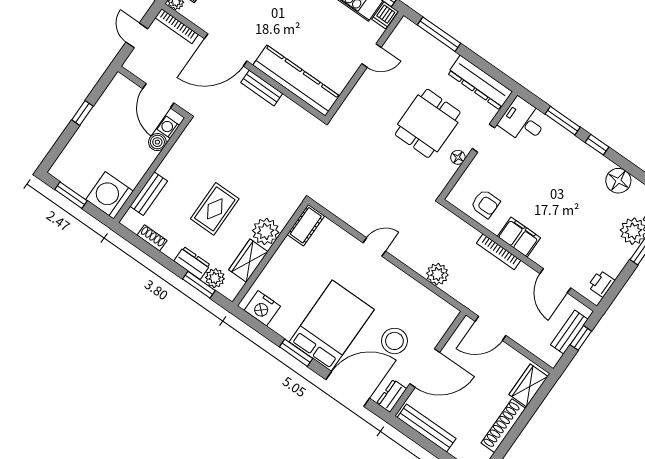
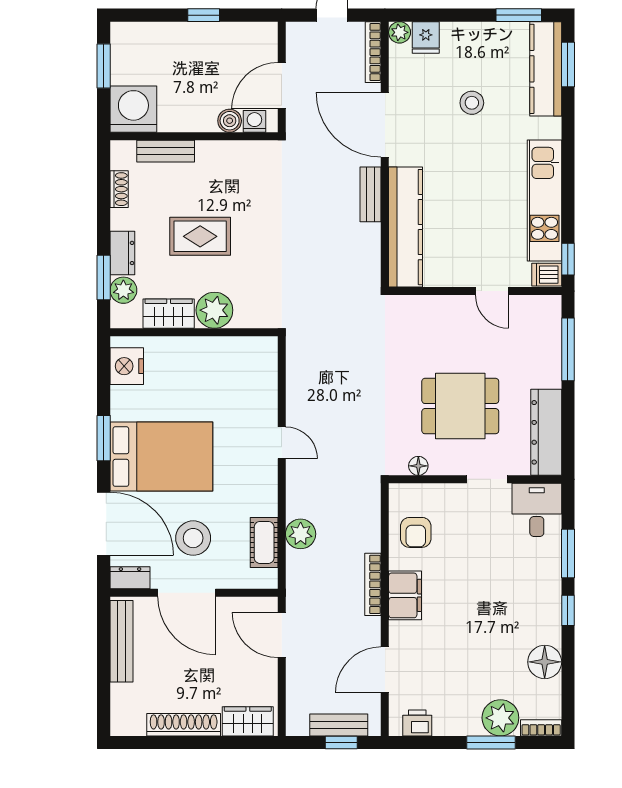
floor lamp: (458, 157) -> (418, 466), moved
cot: (306, 225) -> (264, 542), moved, turned 90

